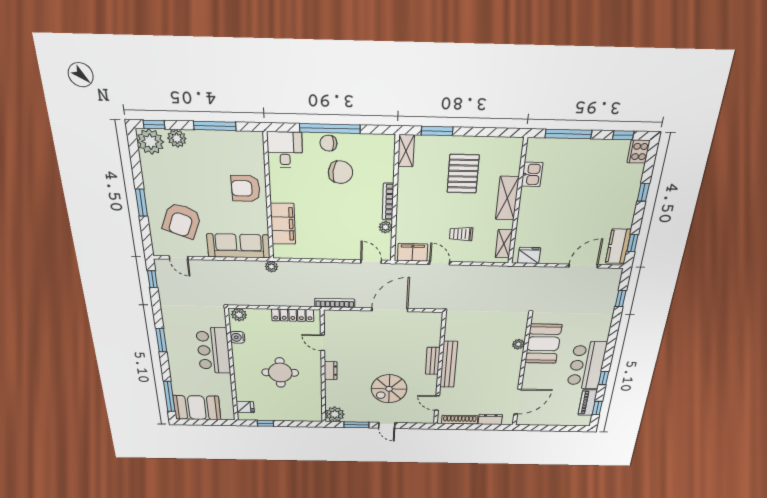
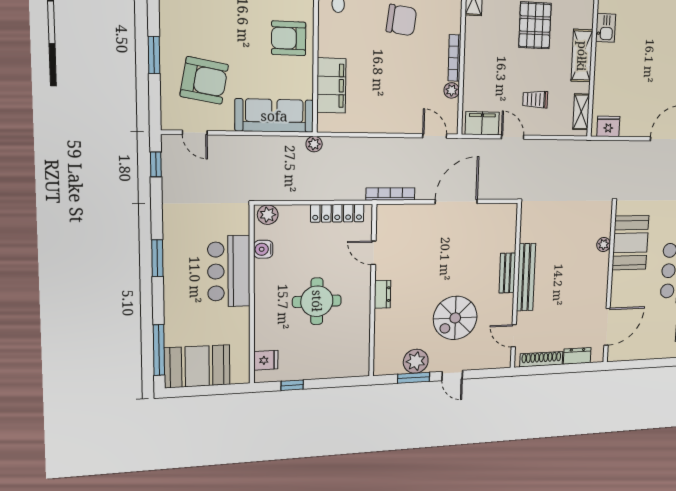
armchair: (182, 221) -> (204, 80), turned -101
plant: (335, 414) -> (416, 361), moved

